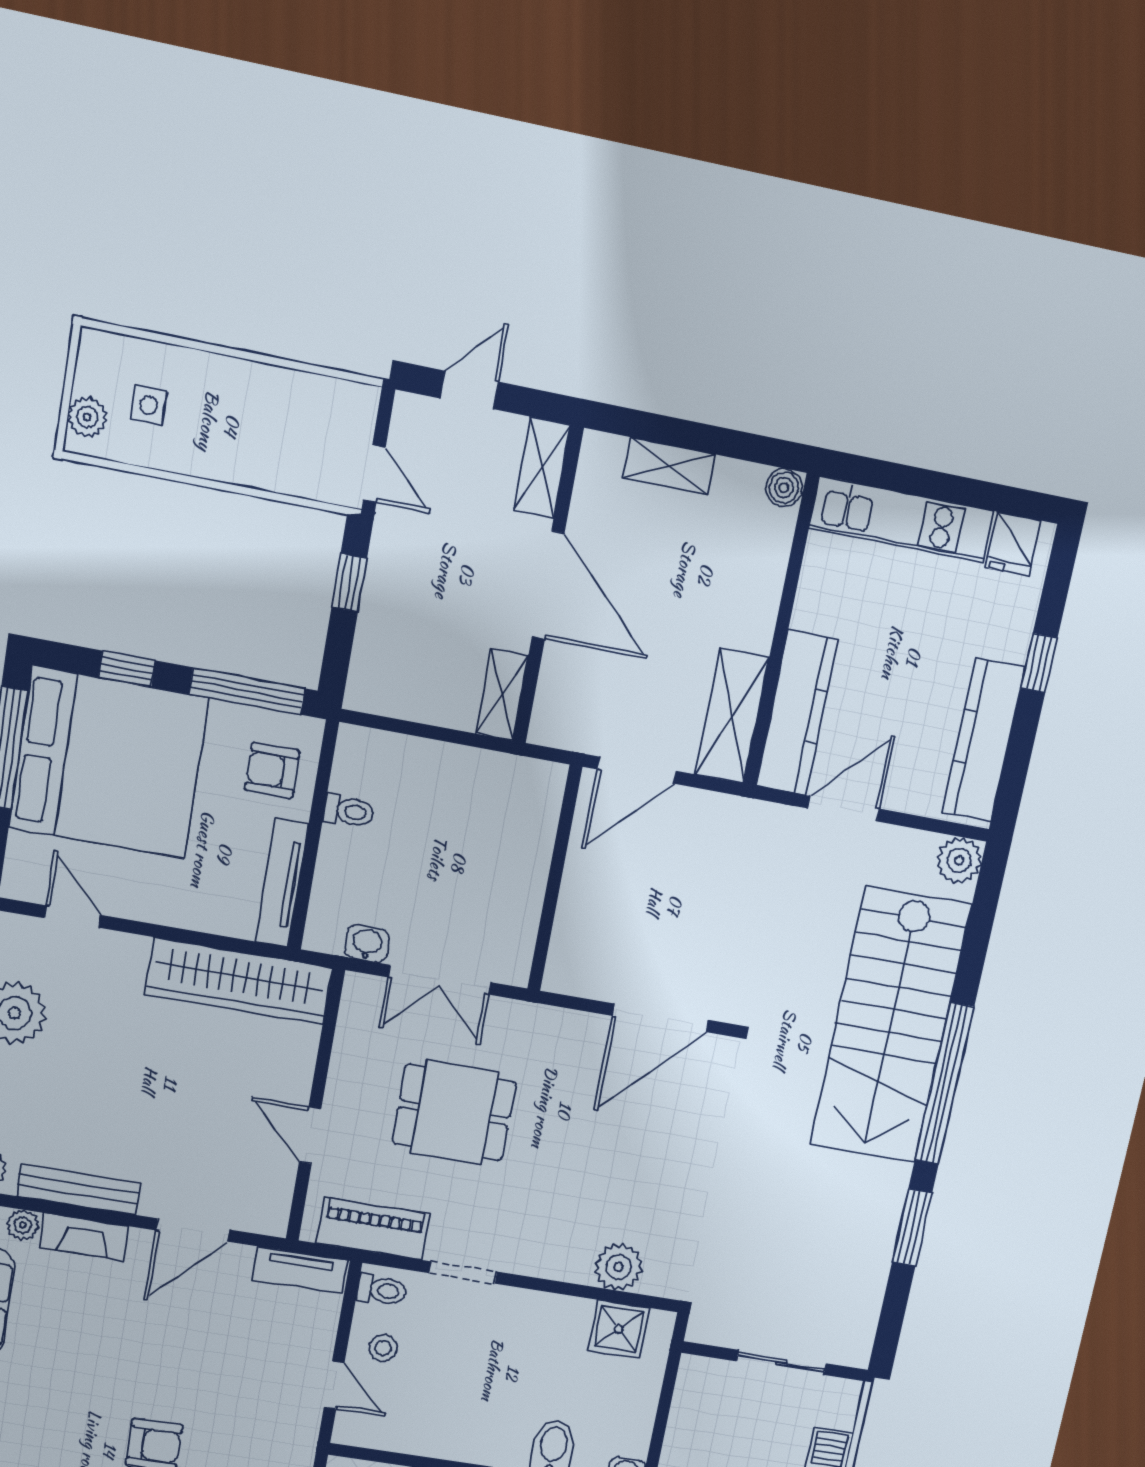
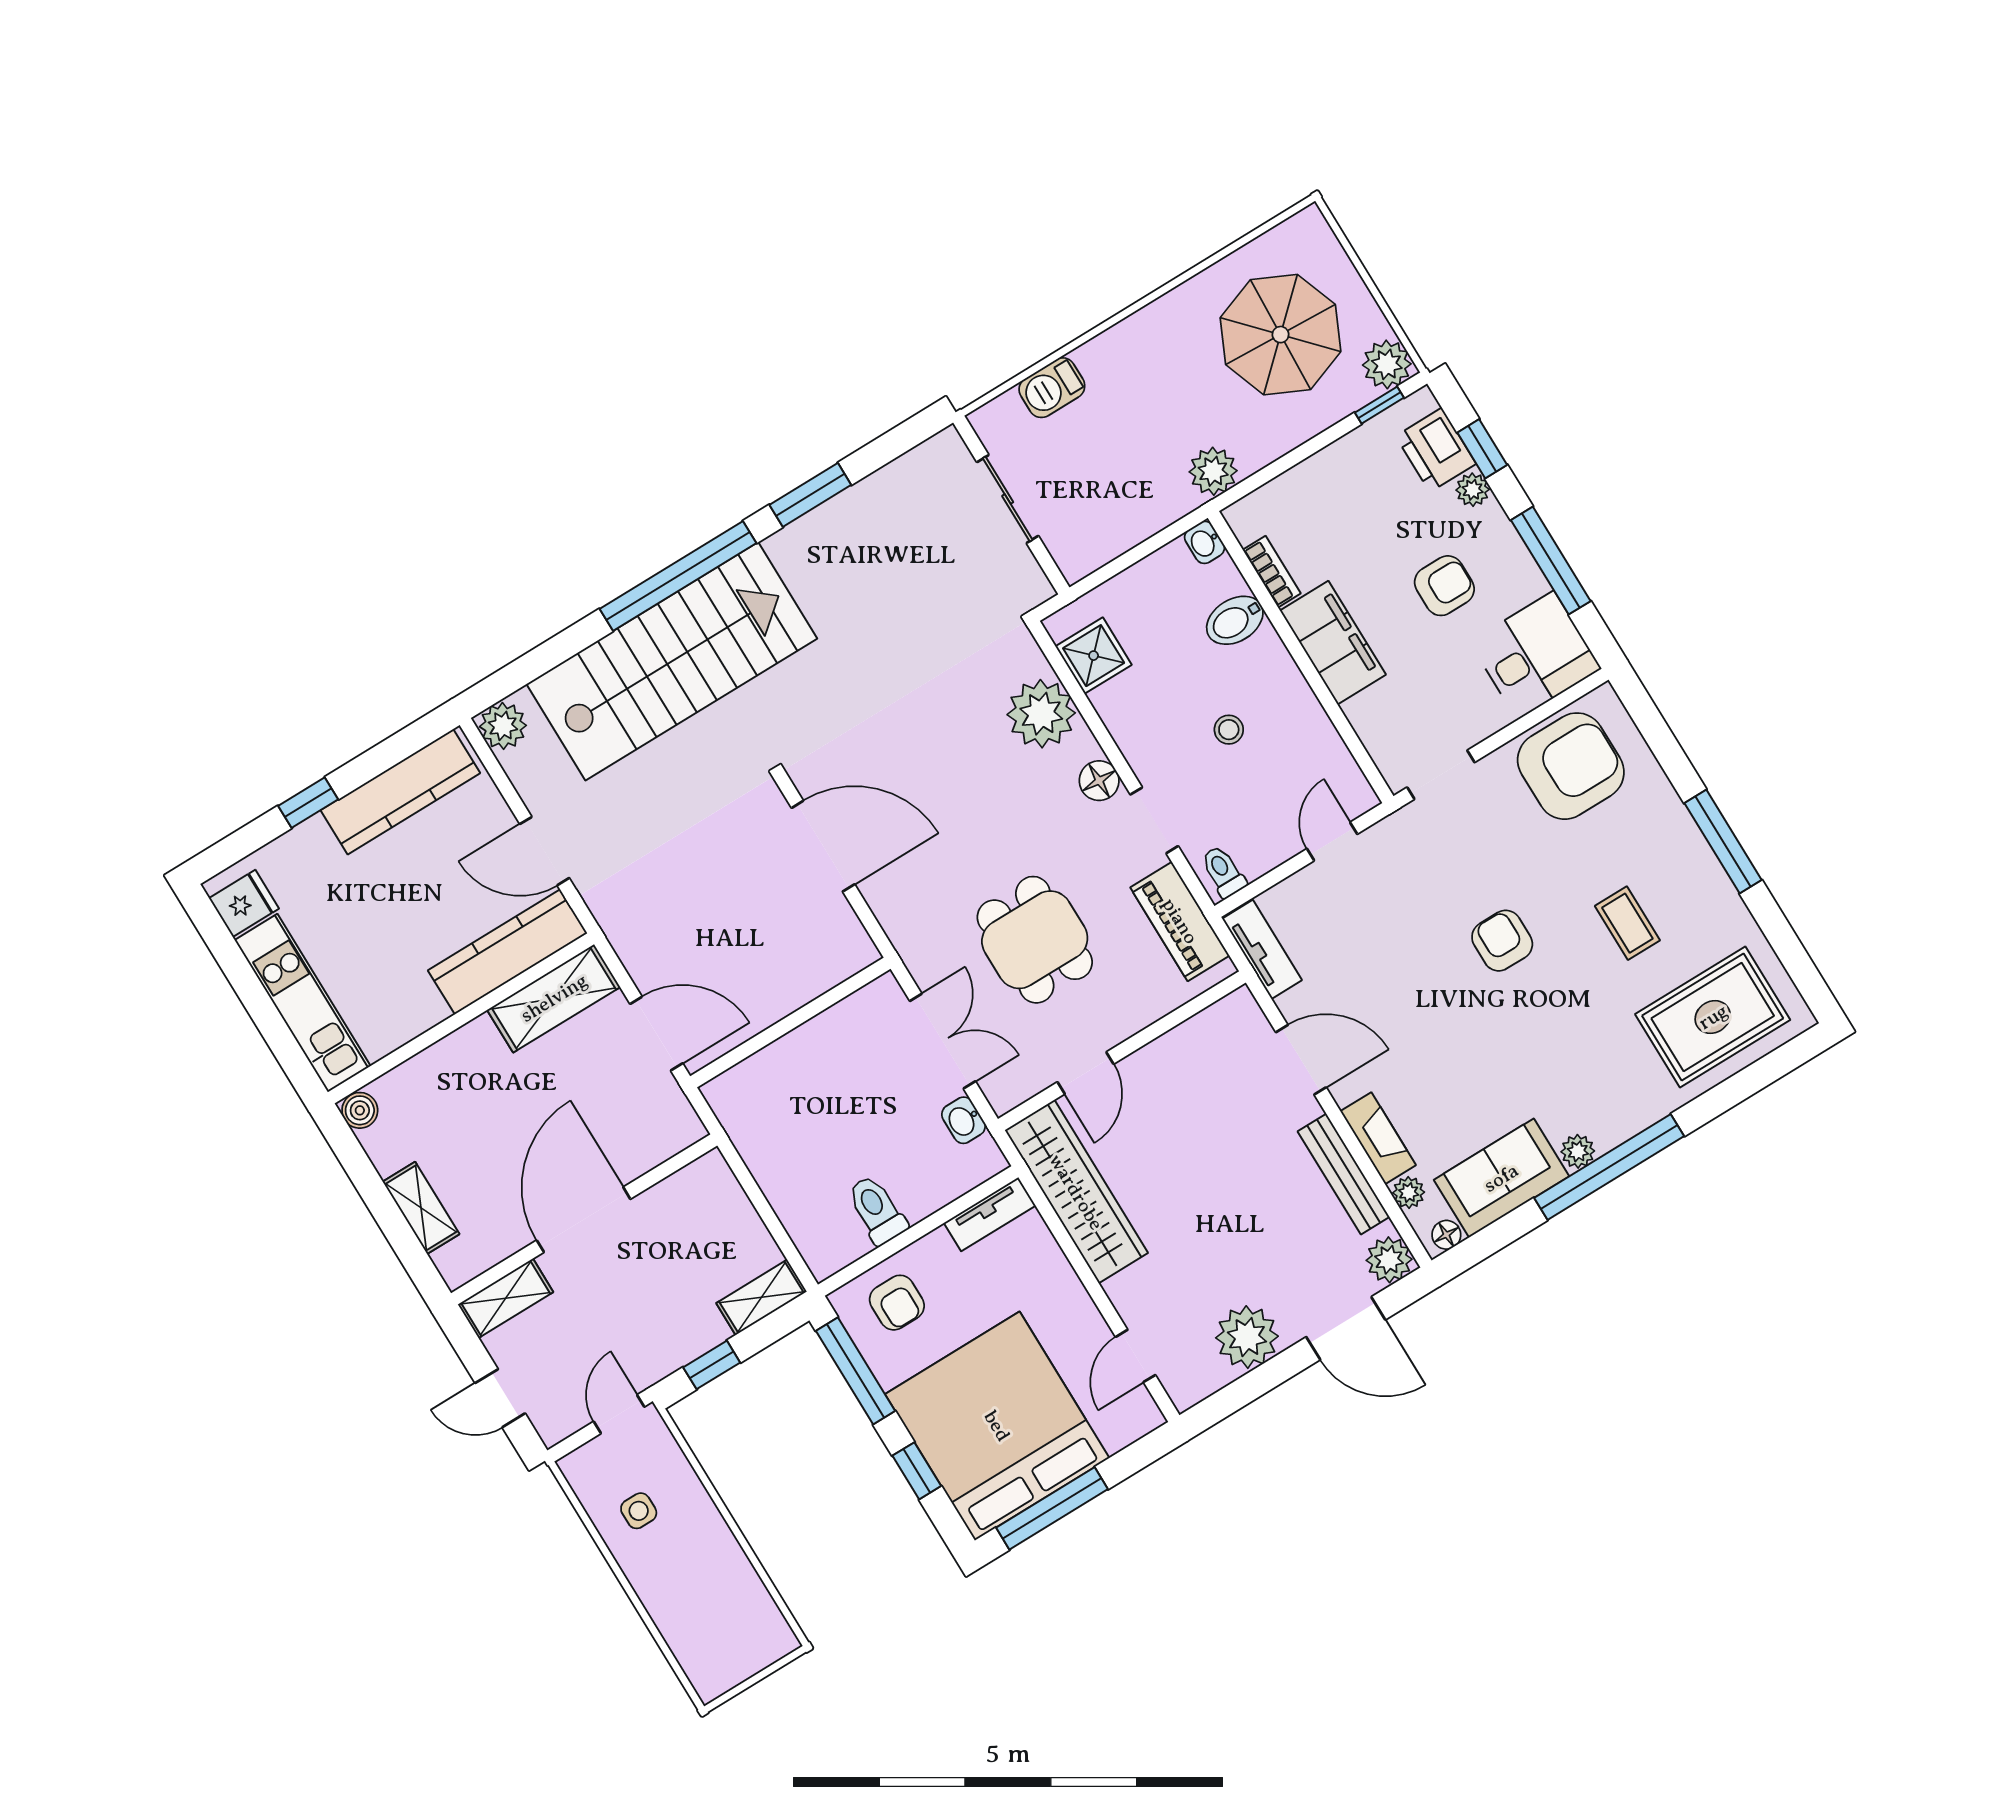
side table: (148, 405) -> (639, 1511), moved
plant: (87, 417) -> (763, 1649), removed
shelving: (502, 695) -> (761, 1297), moved
toilet: (349, 811) -> (877, 1210), width x1.37, depth x1.39
tv unit: (282, 883) -> (990, 1214), width x0.71
door: (310, 1135) -> (1086, 1073), moved
floor lamp: (527, 1258) -> (1099, 781), added
plant: (619, 1267) -> (1041, 714), width x1.36, depth x1.36
stool: (383, 1348) -> (1229, 730), moved

